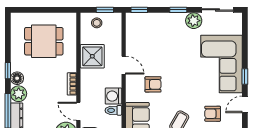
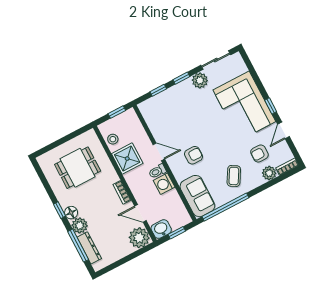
window: (139, 10) -> (158, 90), moved
stool: (97, 23) -> (113, 139), moved
toilet: (113, 110) -> (157, 171), moved

